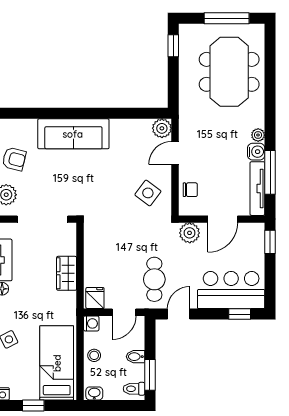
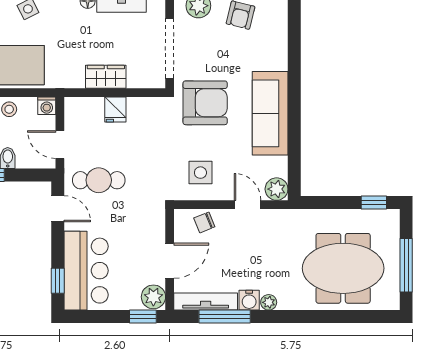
sofa: (73, 134) -> (270, 113), moved
armchair: (89, 189) -> (205, 103), added
chair: (190, 190) -> (204, 222), turned 68
side table: (148, 193) -> (200, 173), turned -37
door: (223, 219) -> (170, 261), swing flipped
plant: (190, 233) -> (153, 297), moved
fridge: (95, 298) -> (115, 110), moved, turned 90

